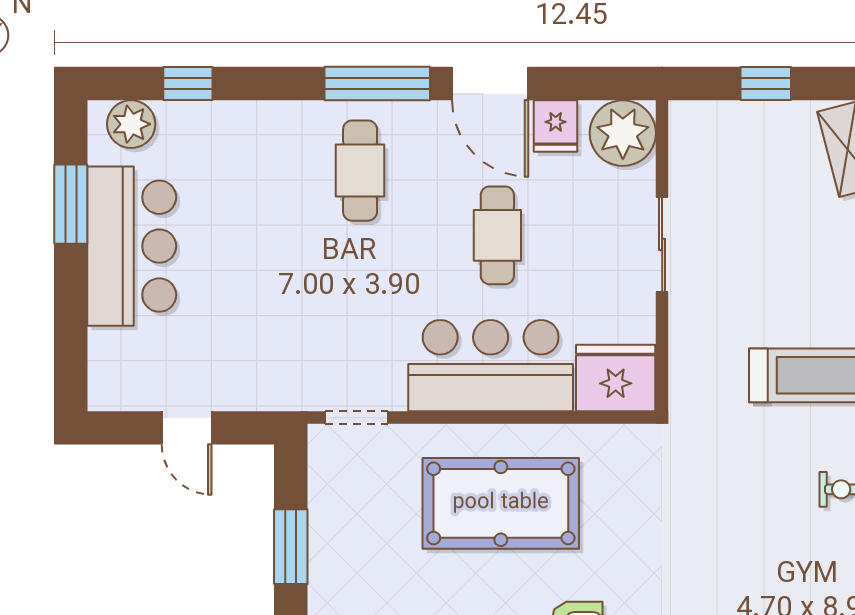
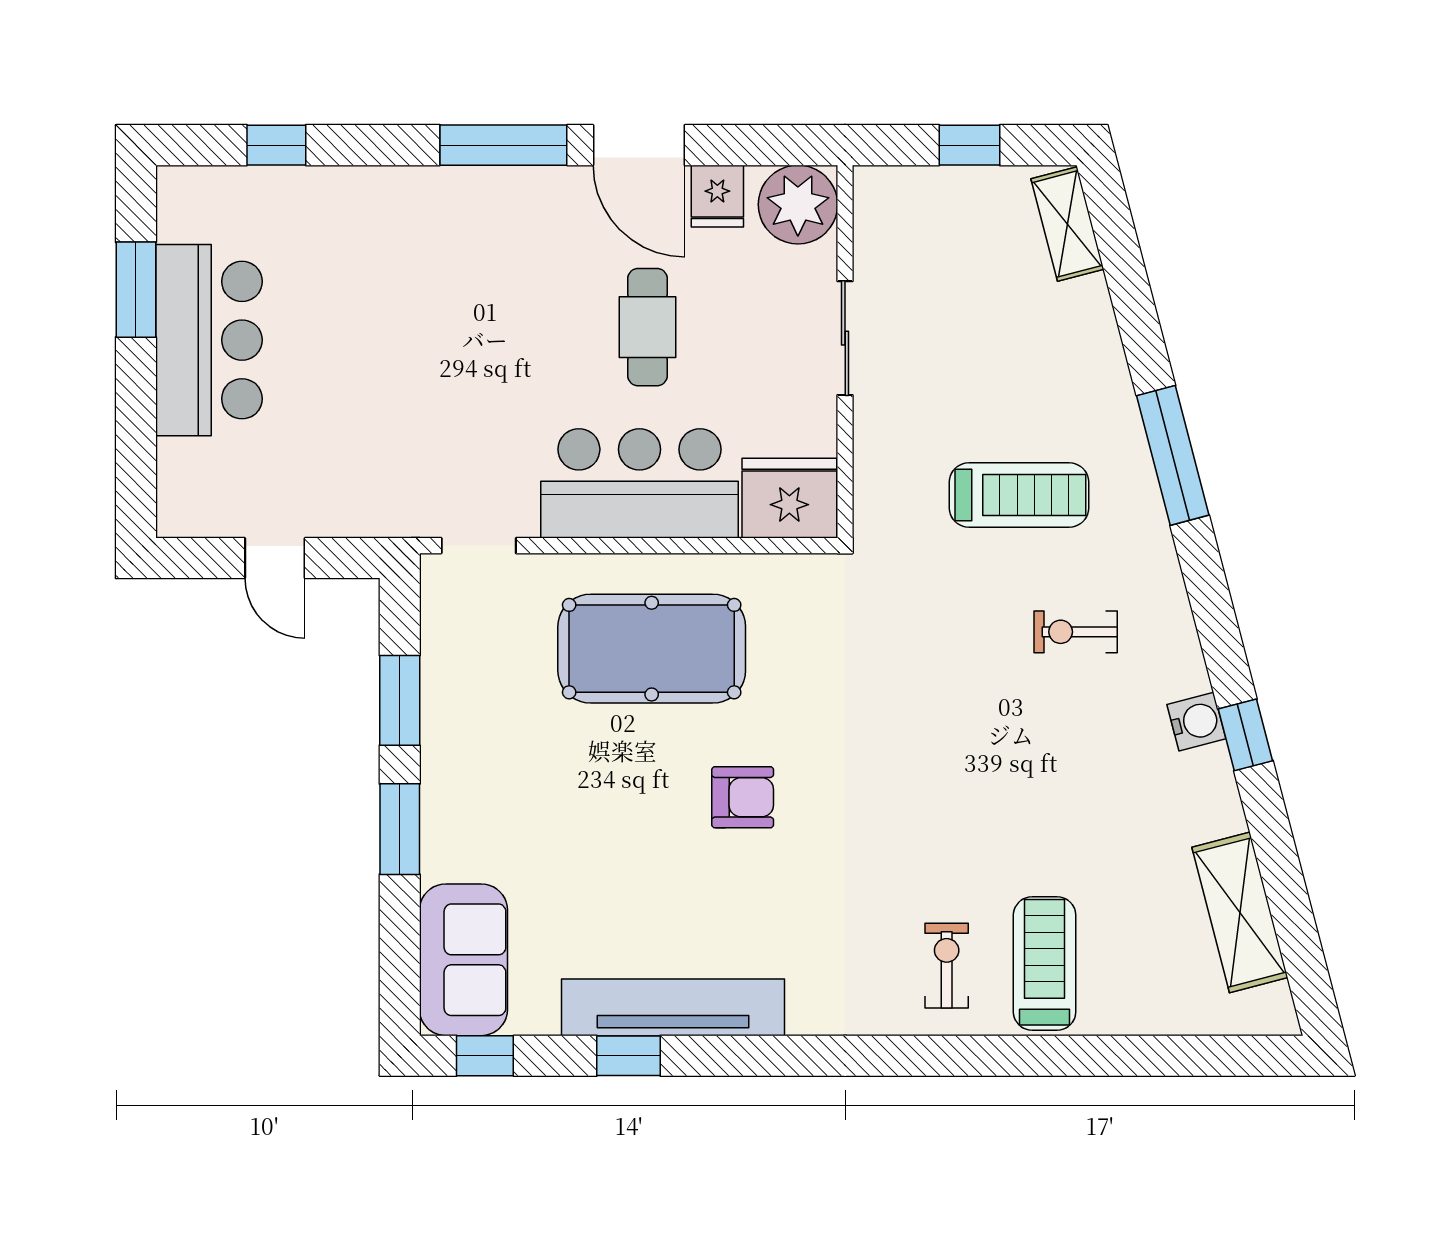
plant: (131, 124) -> (208, 194), removed
cafe table: (360, 171) -> (483, 249), removed

